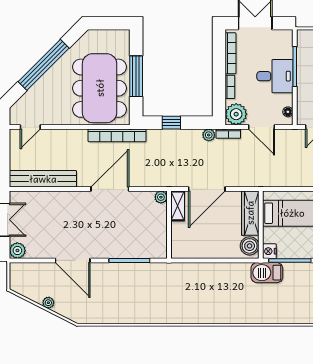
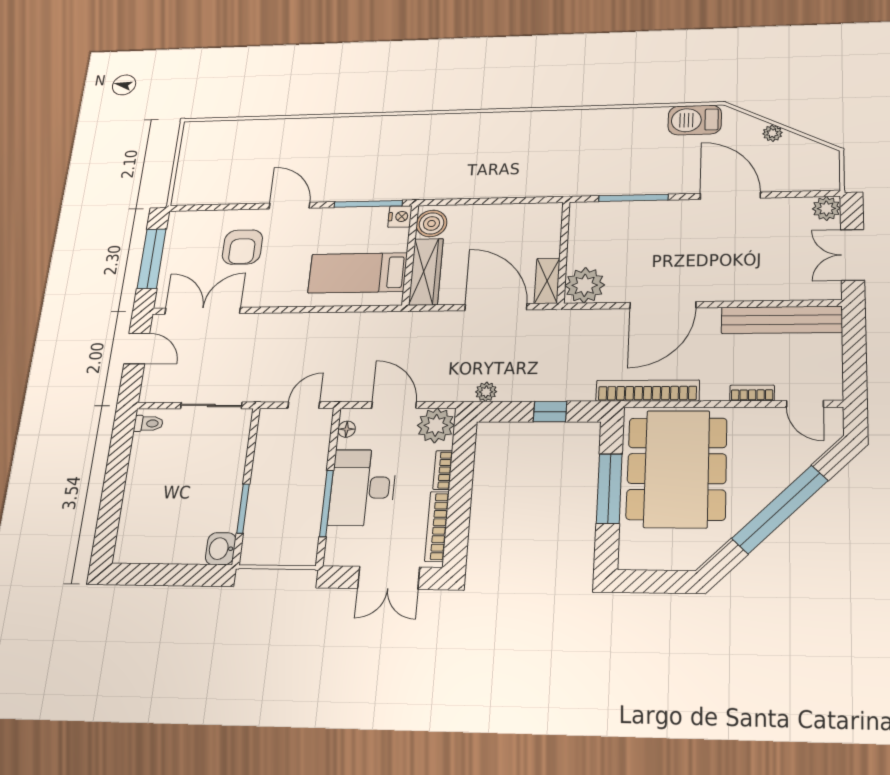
desk: (275, 76) -> (363, 487), width x1.37
door: (30, 127) -> (805, 404), swing flipped
bookcase: (228, 134) -> (752, 393), moved
door: (207, 189) -> (496, 307), hinge flipped
plant: (161, 197) -> (585, 285), width x1.87, depth x1.87
barbecue: (267, 273) -> (695, 120), moved, turned 180

